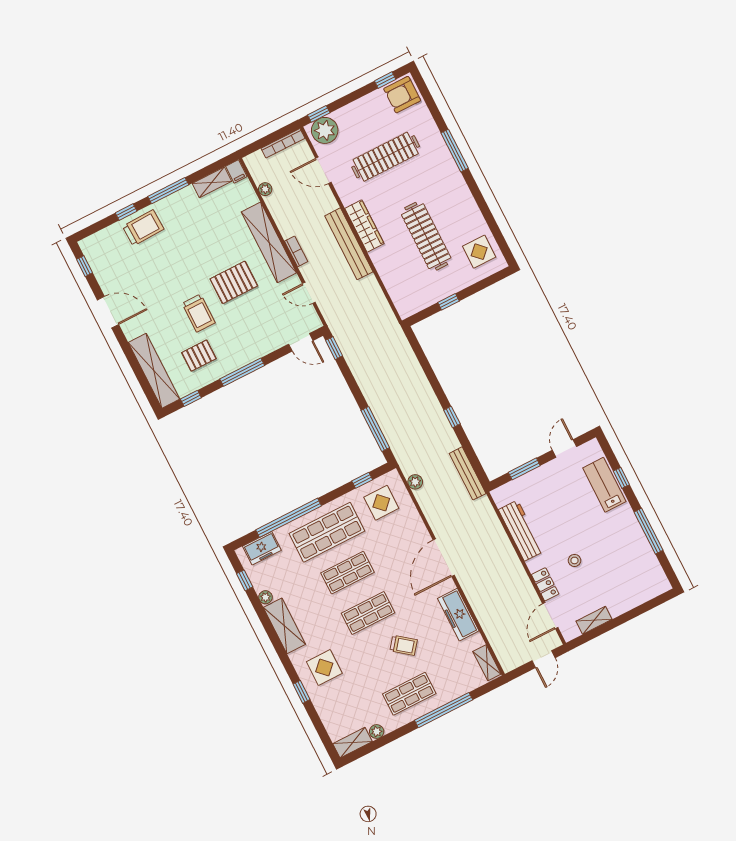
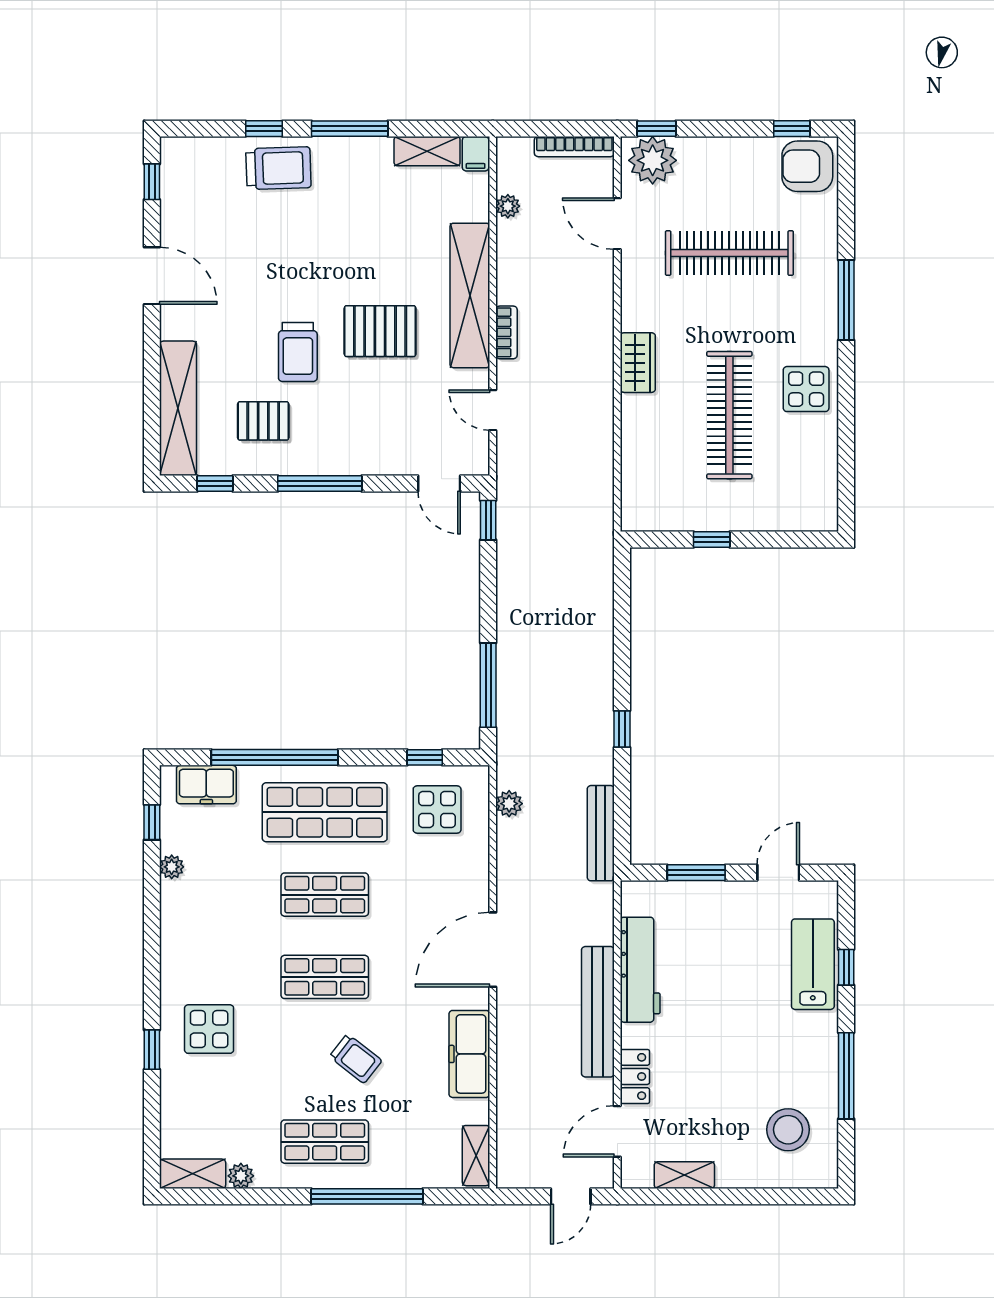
wardrobe: (364, 226) -> (638, 363), width x0.67
bench: (349, 244) -> (598, 1012), moved
display table: (479, 252) -> (806, 389), moved
stool: (574, 560) -> (788, 1130), moved, width x1.89, depth x1.89
shelving: (284, 626) -> (179, 929), removed

